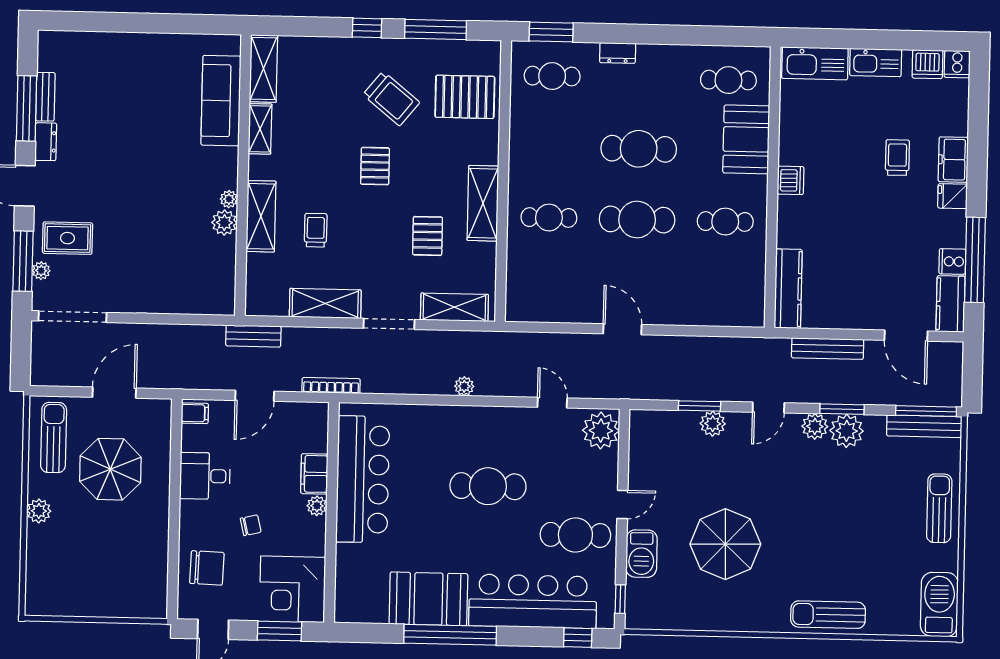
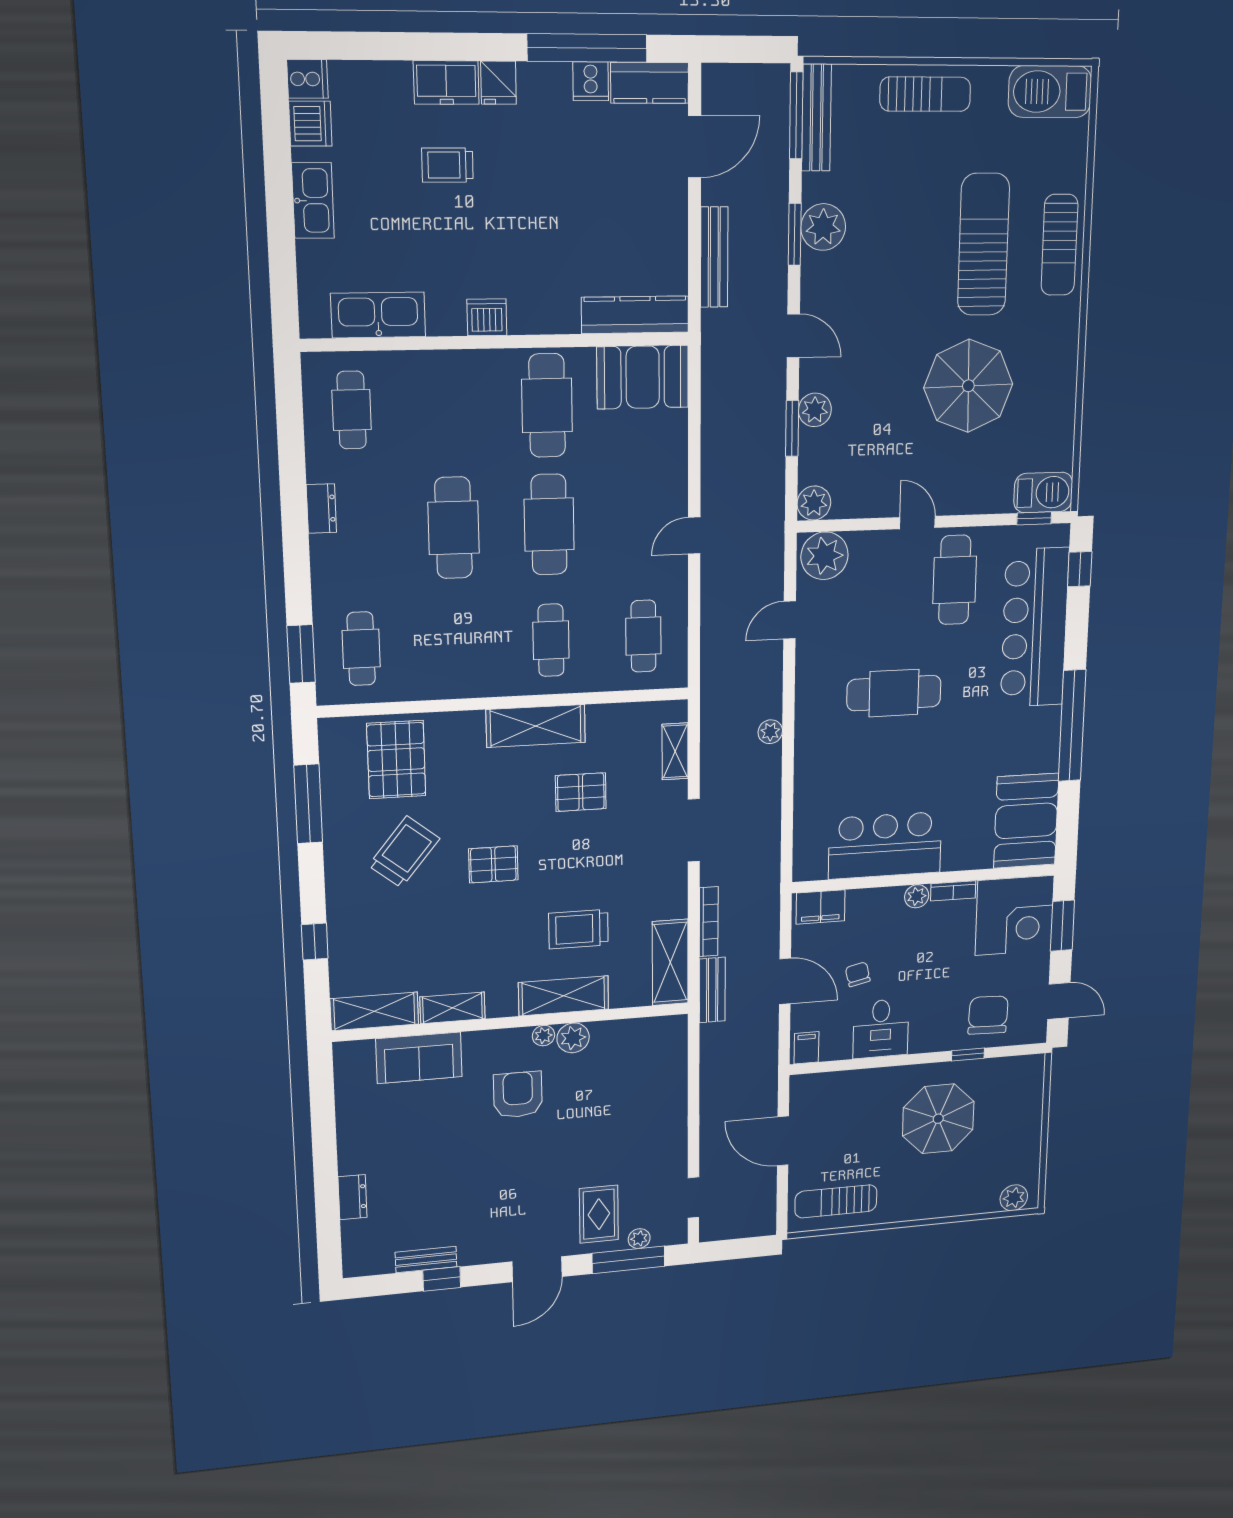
window: (367, 28) -> (315, 942), moved
dresser: (618, 53) -> (321, 508), moved
kitchen sink: (815, 63) -> (378, 315), moved, turned -90
sofa: (221, 101) -> (419, 1058), width x0.73
window: (26, 108) -> (442, 1279), width x0.46
booth: (746, 139) -> (643, 377), moved
dresser: (46, 142) -> (352, 1197), moved, turned 90
armchair: (181, 177) -> (518, 1095), added
cafe table: (725, 222) -> (547, 405), width x1.37, depth x1.35
trolley: (316, 230) -> (579, 929), width x1.36, depth x1.39
cafe table: (547, 288) -> (643, 636), added
shelving: (325, 303) -> (670, 962), moved
shelving: (454, 307) -> (675, 751), width x0.67, depth x0.75
doorway: (72, 317) -> (693, 1198), width x0.53
door: (622, 329) -> (694, 536), width x0.73
bookcase: (331, 385) -> (709, 922), moved, turned 180
plant: (815, 426) -> (814, 503), moved
parasol: (110, 469) -> (938, 1119), moved
filing cabinet: (314, 474) -> (821, 907), moved
bar counter: (363, 479) -> (885, 845), width x0.73
cafe table: (488, 486) -> (894, 693), turned 90
sun lounger: (939, 508) -> (925, 94), turned 180
plant: (39, 511) -> (1014, 1198), moved
chair: (251, 525) -> (858, 974), moved
bookcase: (319, 537) -> (953, 891), added
window: (173, 551) -> (968, 1055), added
barbecue: (641, 554) -> (1043, 492), moved
sun lounger: (830, 555) -> (983, 245), added
booth: (428, 599) -> (1026, 821), moved

